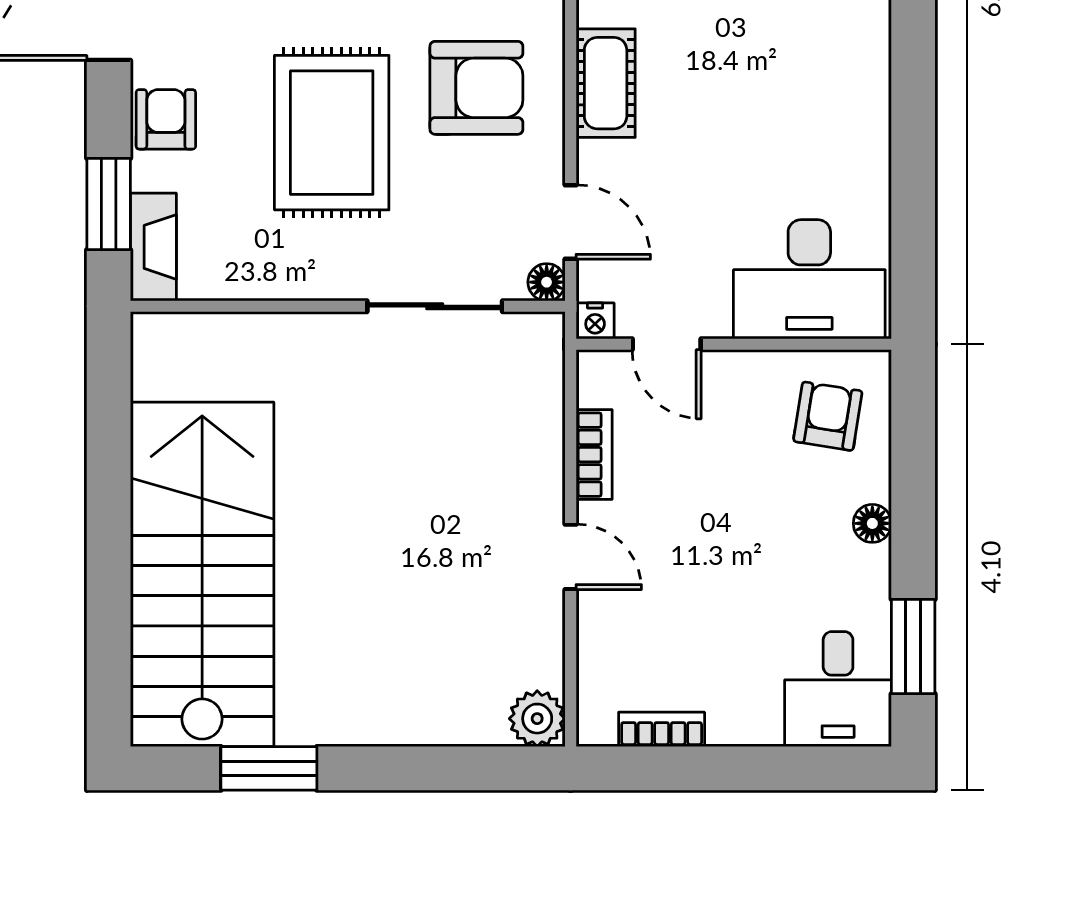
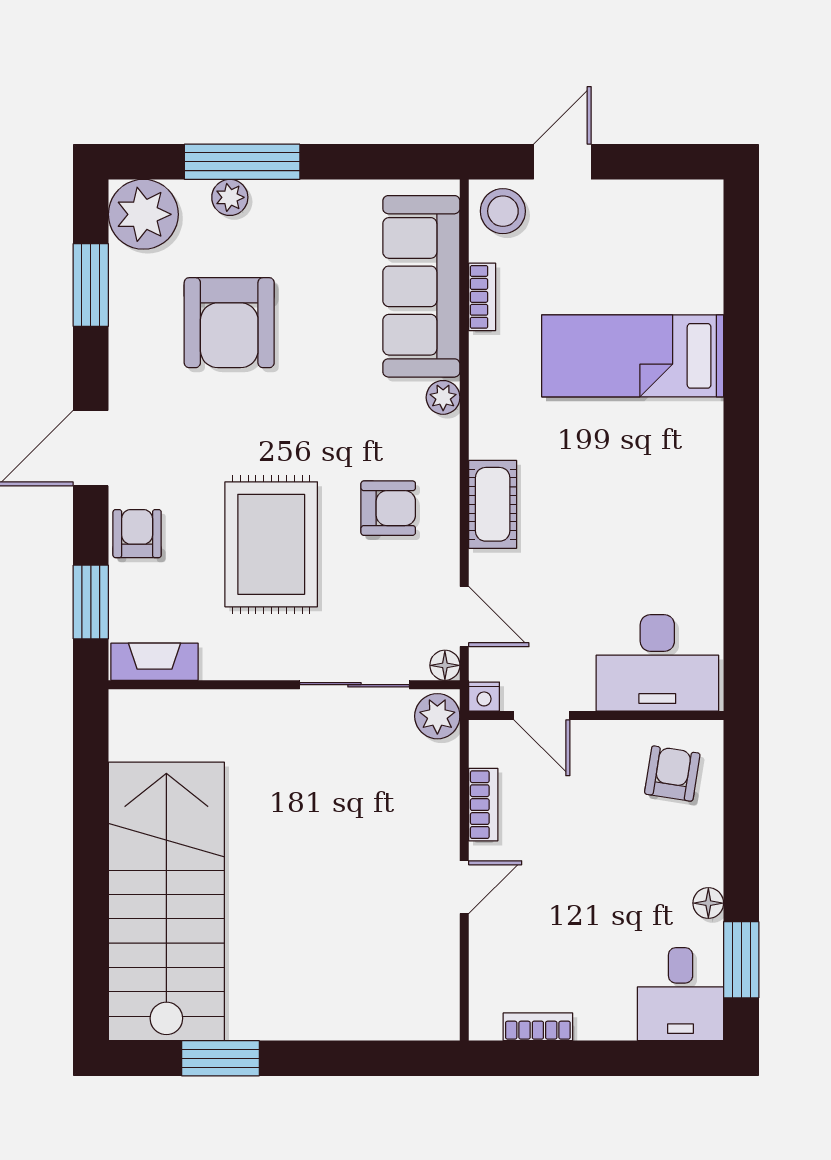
armchair: (476, 88) -> (388, 508), width x0.72, depth x0.72
fireplace: (153, 247) -> (155, 662), moved, turned -90
floor lamp: (872, 523) -> (708, 903), moved
door: (571, 557) -> (464, 887), hinge flipped
plant: (537, 719) -> (437, 716), moved

